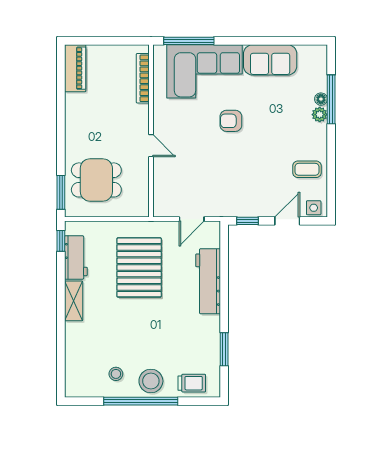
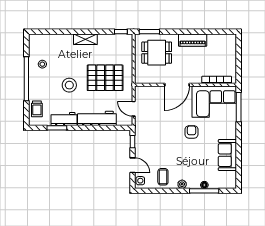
piano: (75, 68) -> (193, 40), moved
corner sofa: (205, 71) -> (214, 102), moved, turned -90
plant: (320, 115) -> (182, 184), moved
door: (151, 146) -> (177, 85), width x1.88
dining table: (96, 180) -> (157, 53), turned 90
workbench: (76, 257) -> (64, 119), moved, turned 180
stool: (151, 381) -> (69, 85), moved

